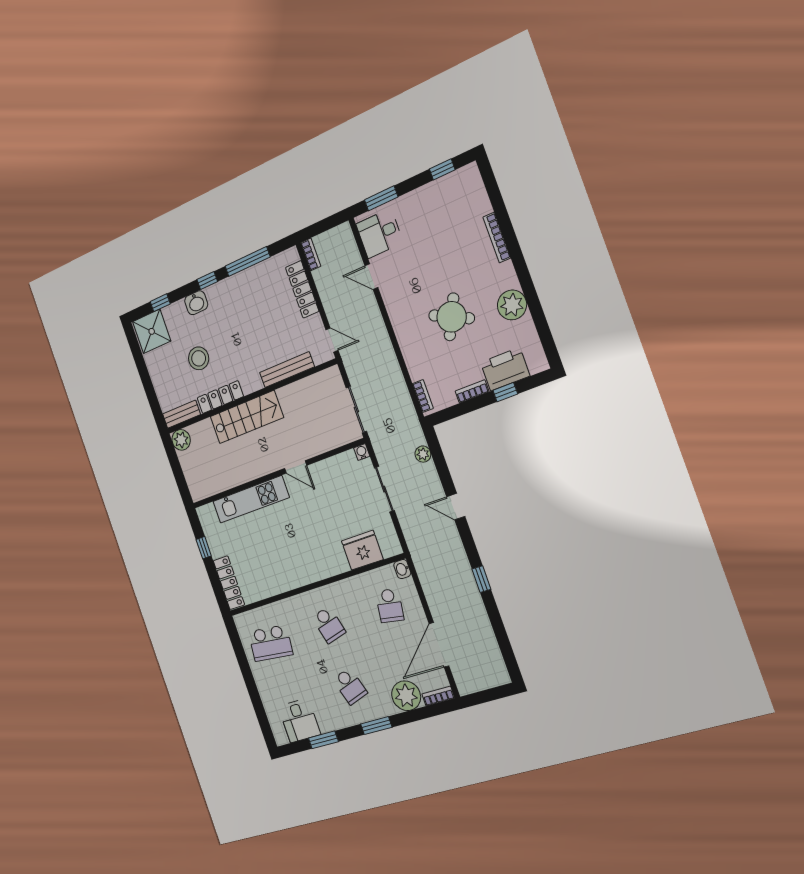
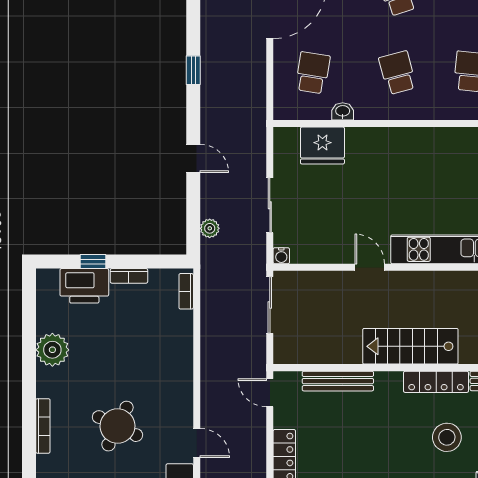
round table: (452, 317) -> (117, 426), moved
washbasin: (402, 569) -> (343, 111), moved, turned -90

